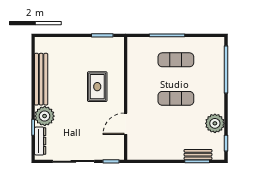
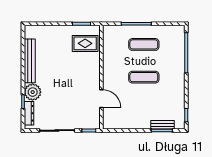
rug: (97, 87) -> (85, 43), moved, turned 90
plant: (215, 123) -> (177, 98), removed
door: (126, 124) -> (101, 99), swing flipped

